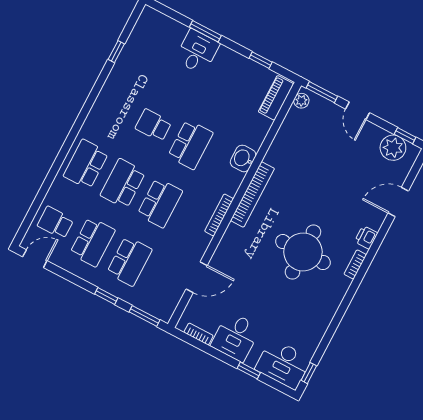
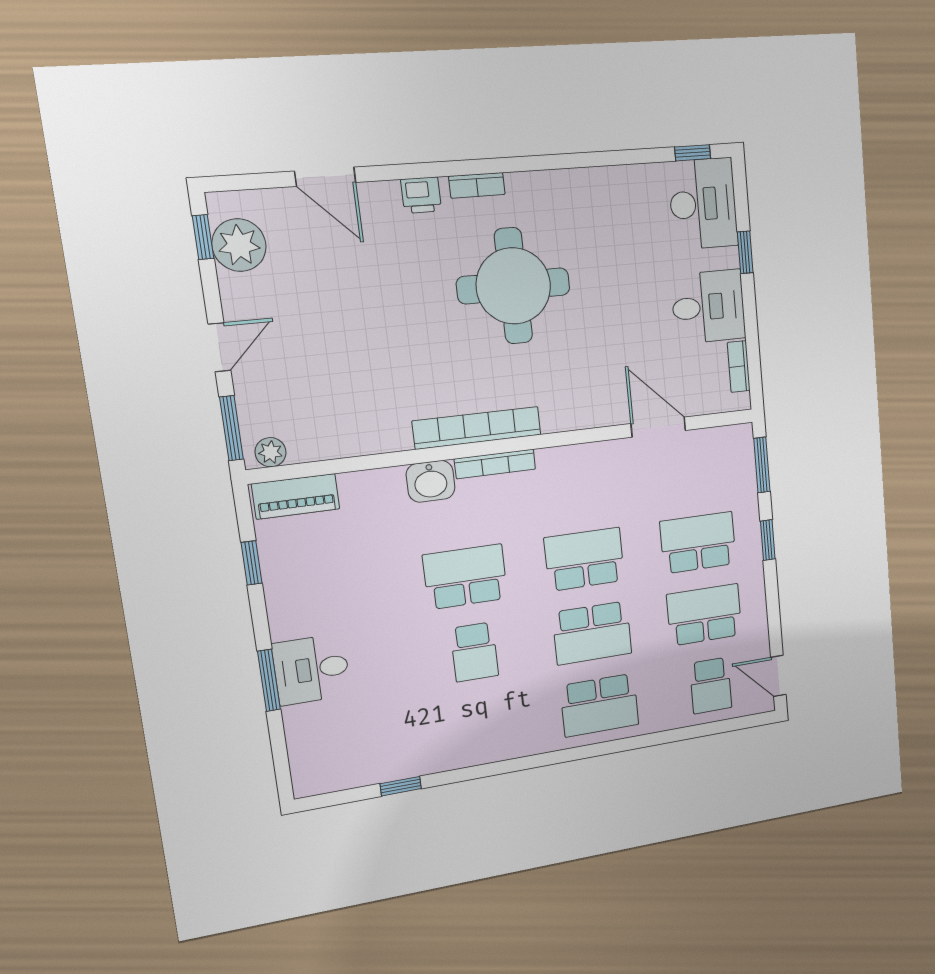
bookcase: (219, 215) -> (495, 464), moved

